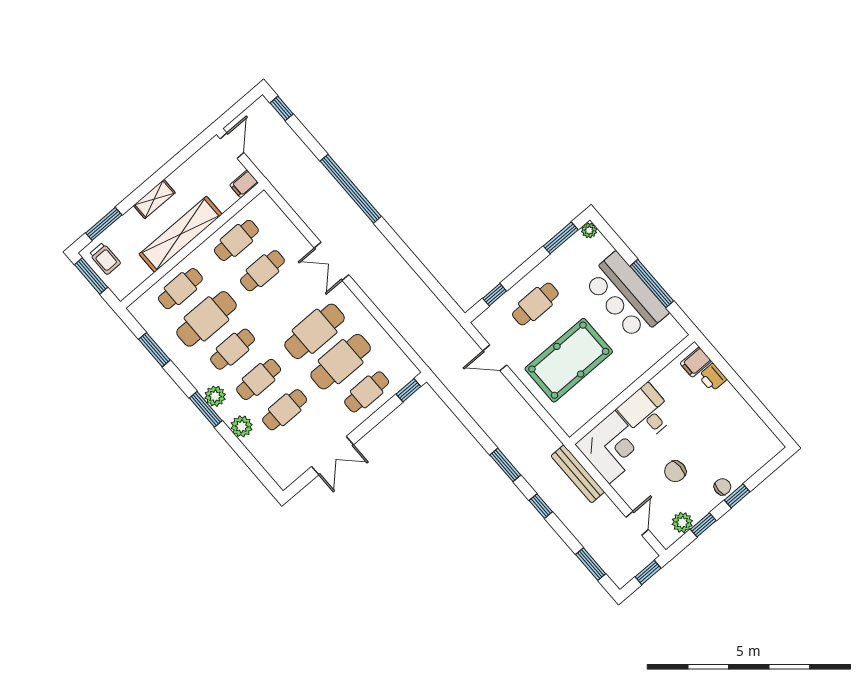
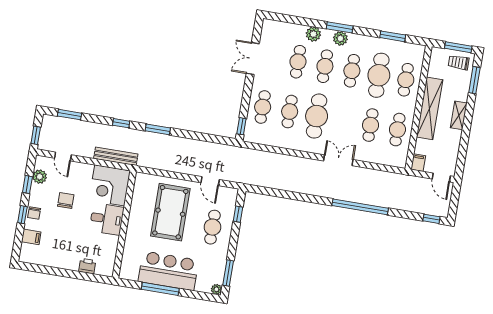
door: (495, 358) -> (210, 181), swing flipped
cafe table: (341, 362) -> (290, 112), width x0.73, depth x0.74
filing cabinet: (696, 362) -> (31, 237), moved, turned 90

